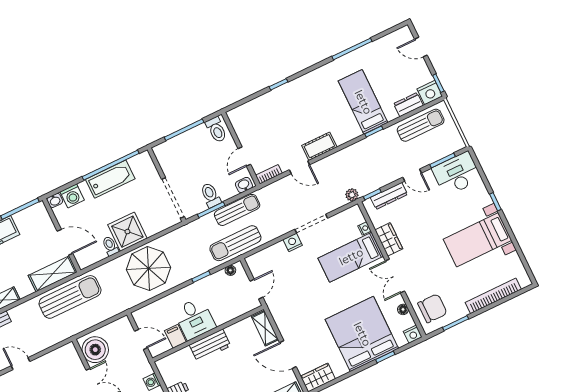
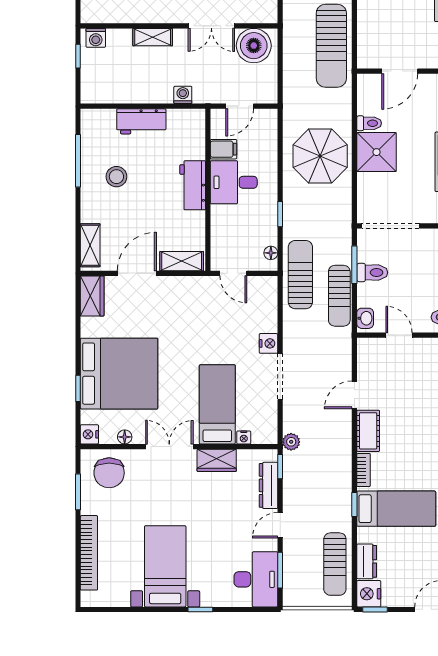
bookcase: (269, 174) -> (364, 470), moved
shelving: (53, 274) -> (369, 38), removed

